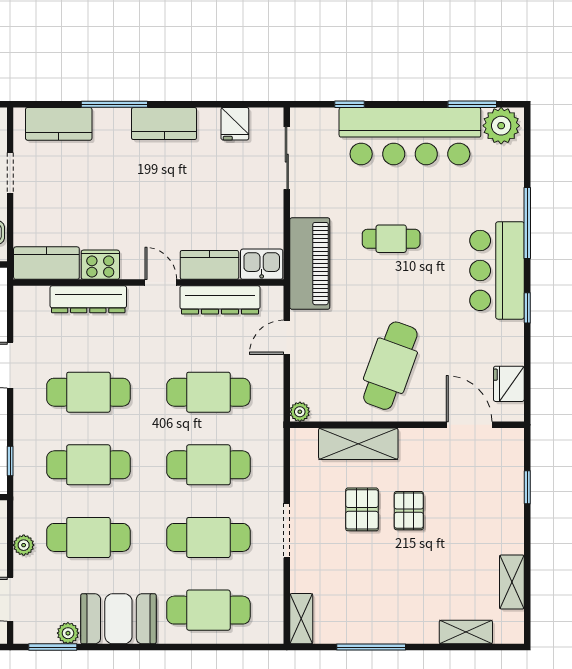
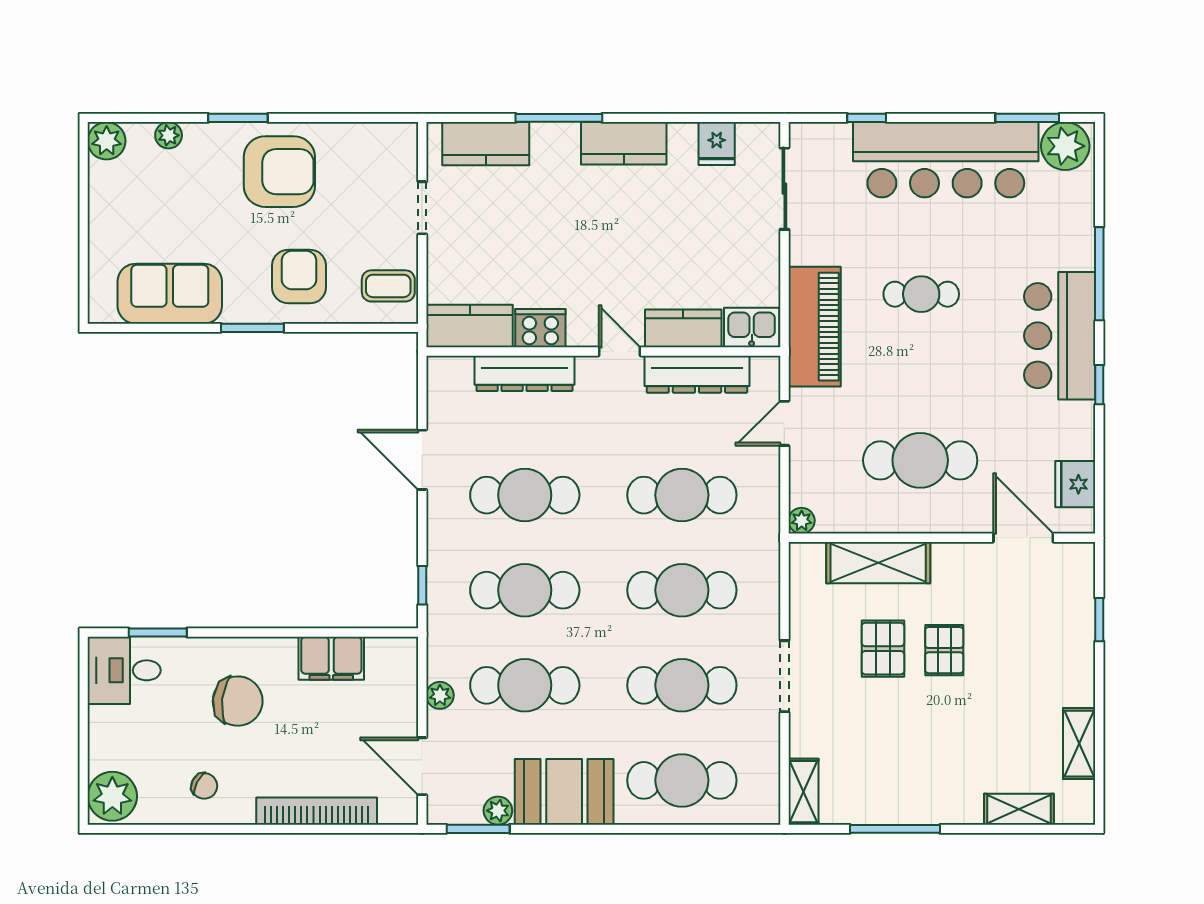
cafe table: (390, 366) -> (920, 460), turned 70

